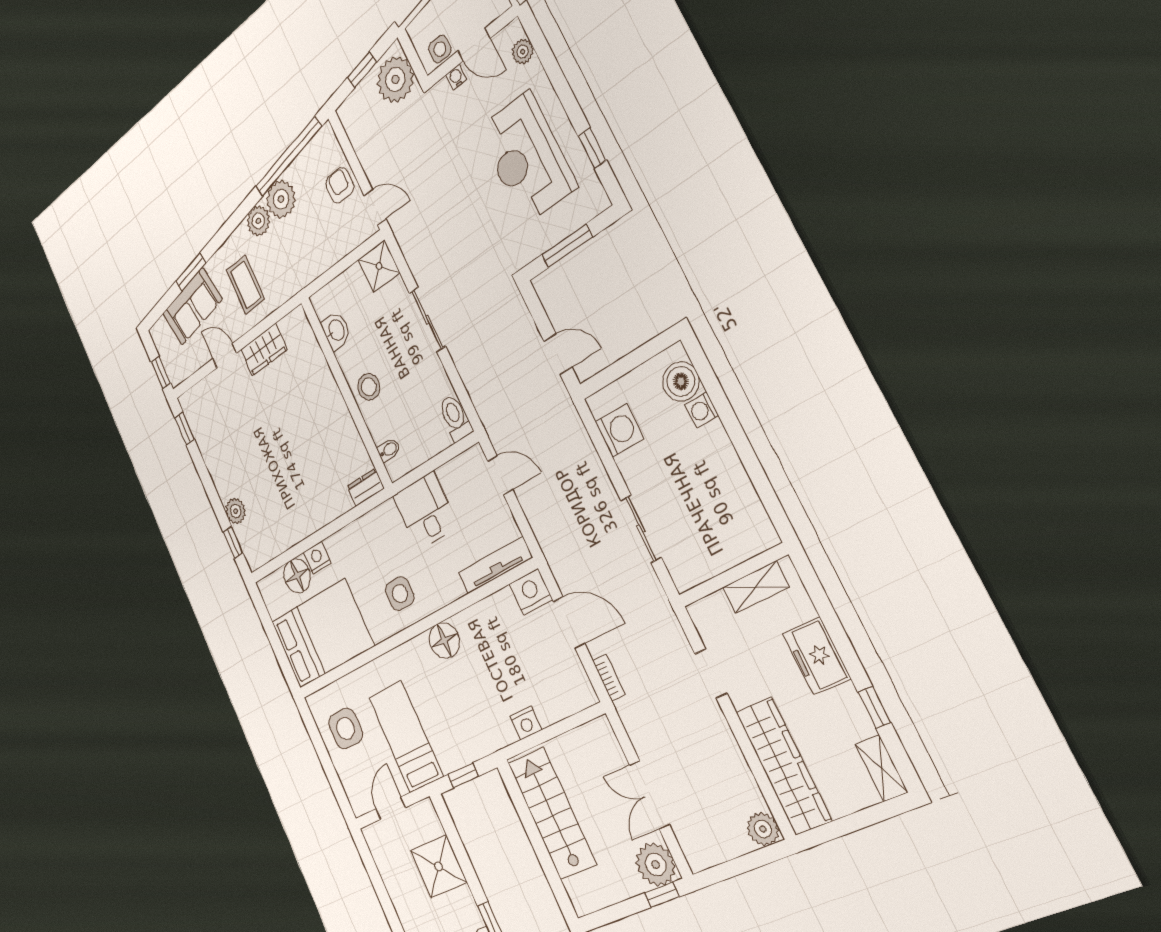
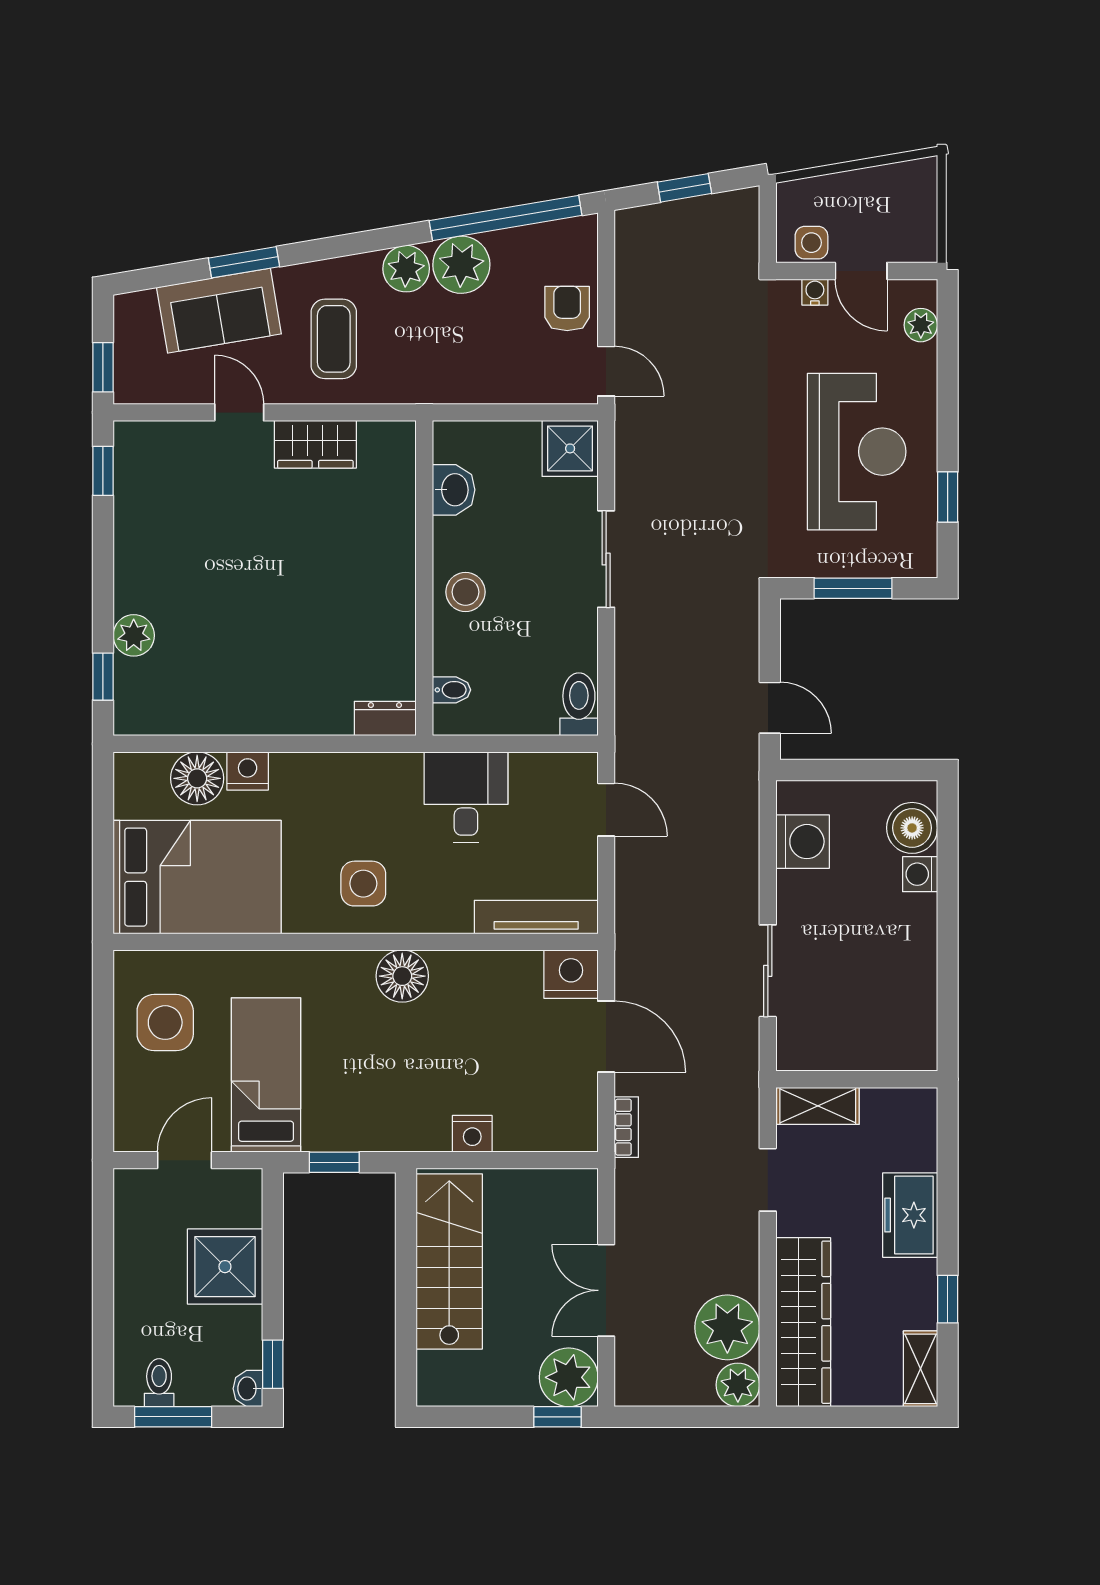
plant: (395, 79) -> (727, 1327), moved
reception desk: (527, 158) -> (857, 452), turned 180
shelving: (756, 587) -> (818, 1106), moved

